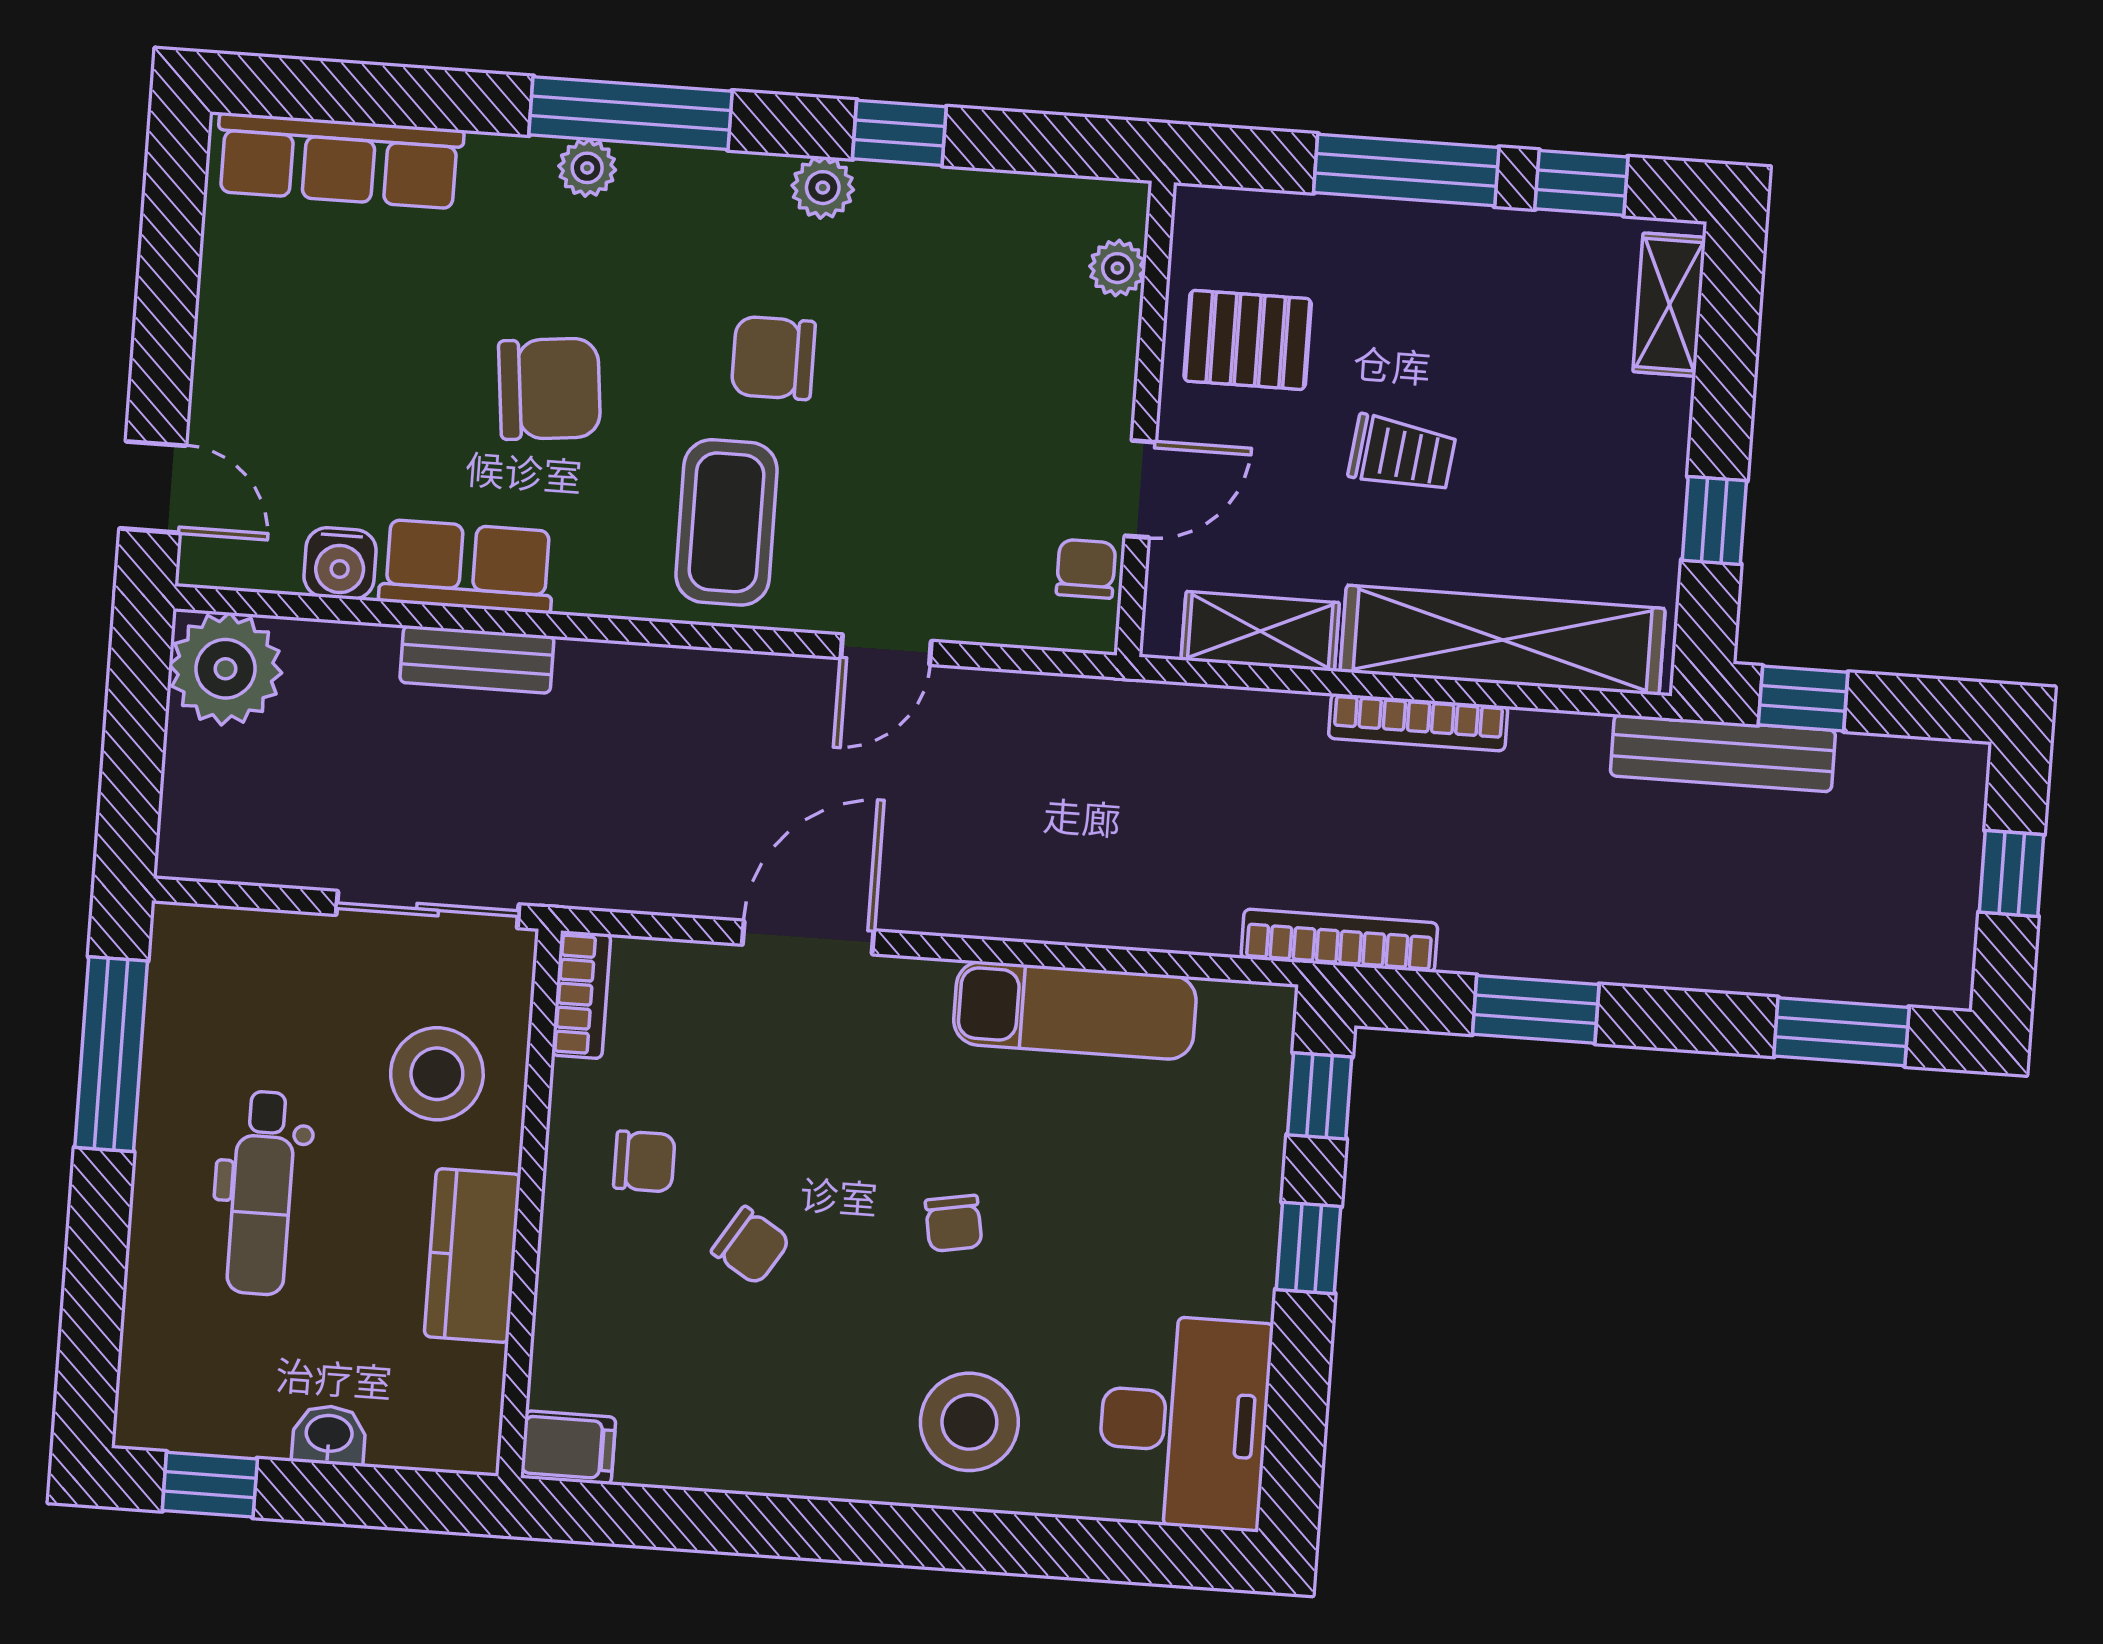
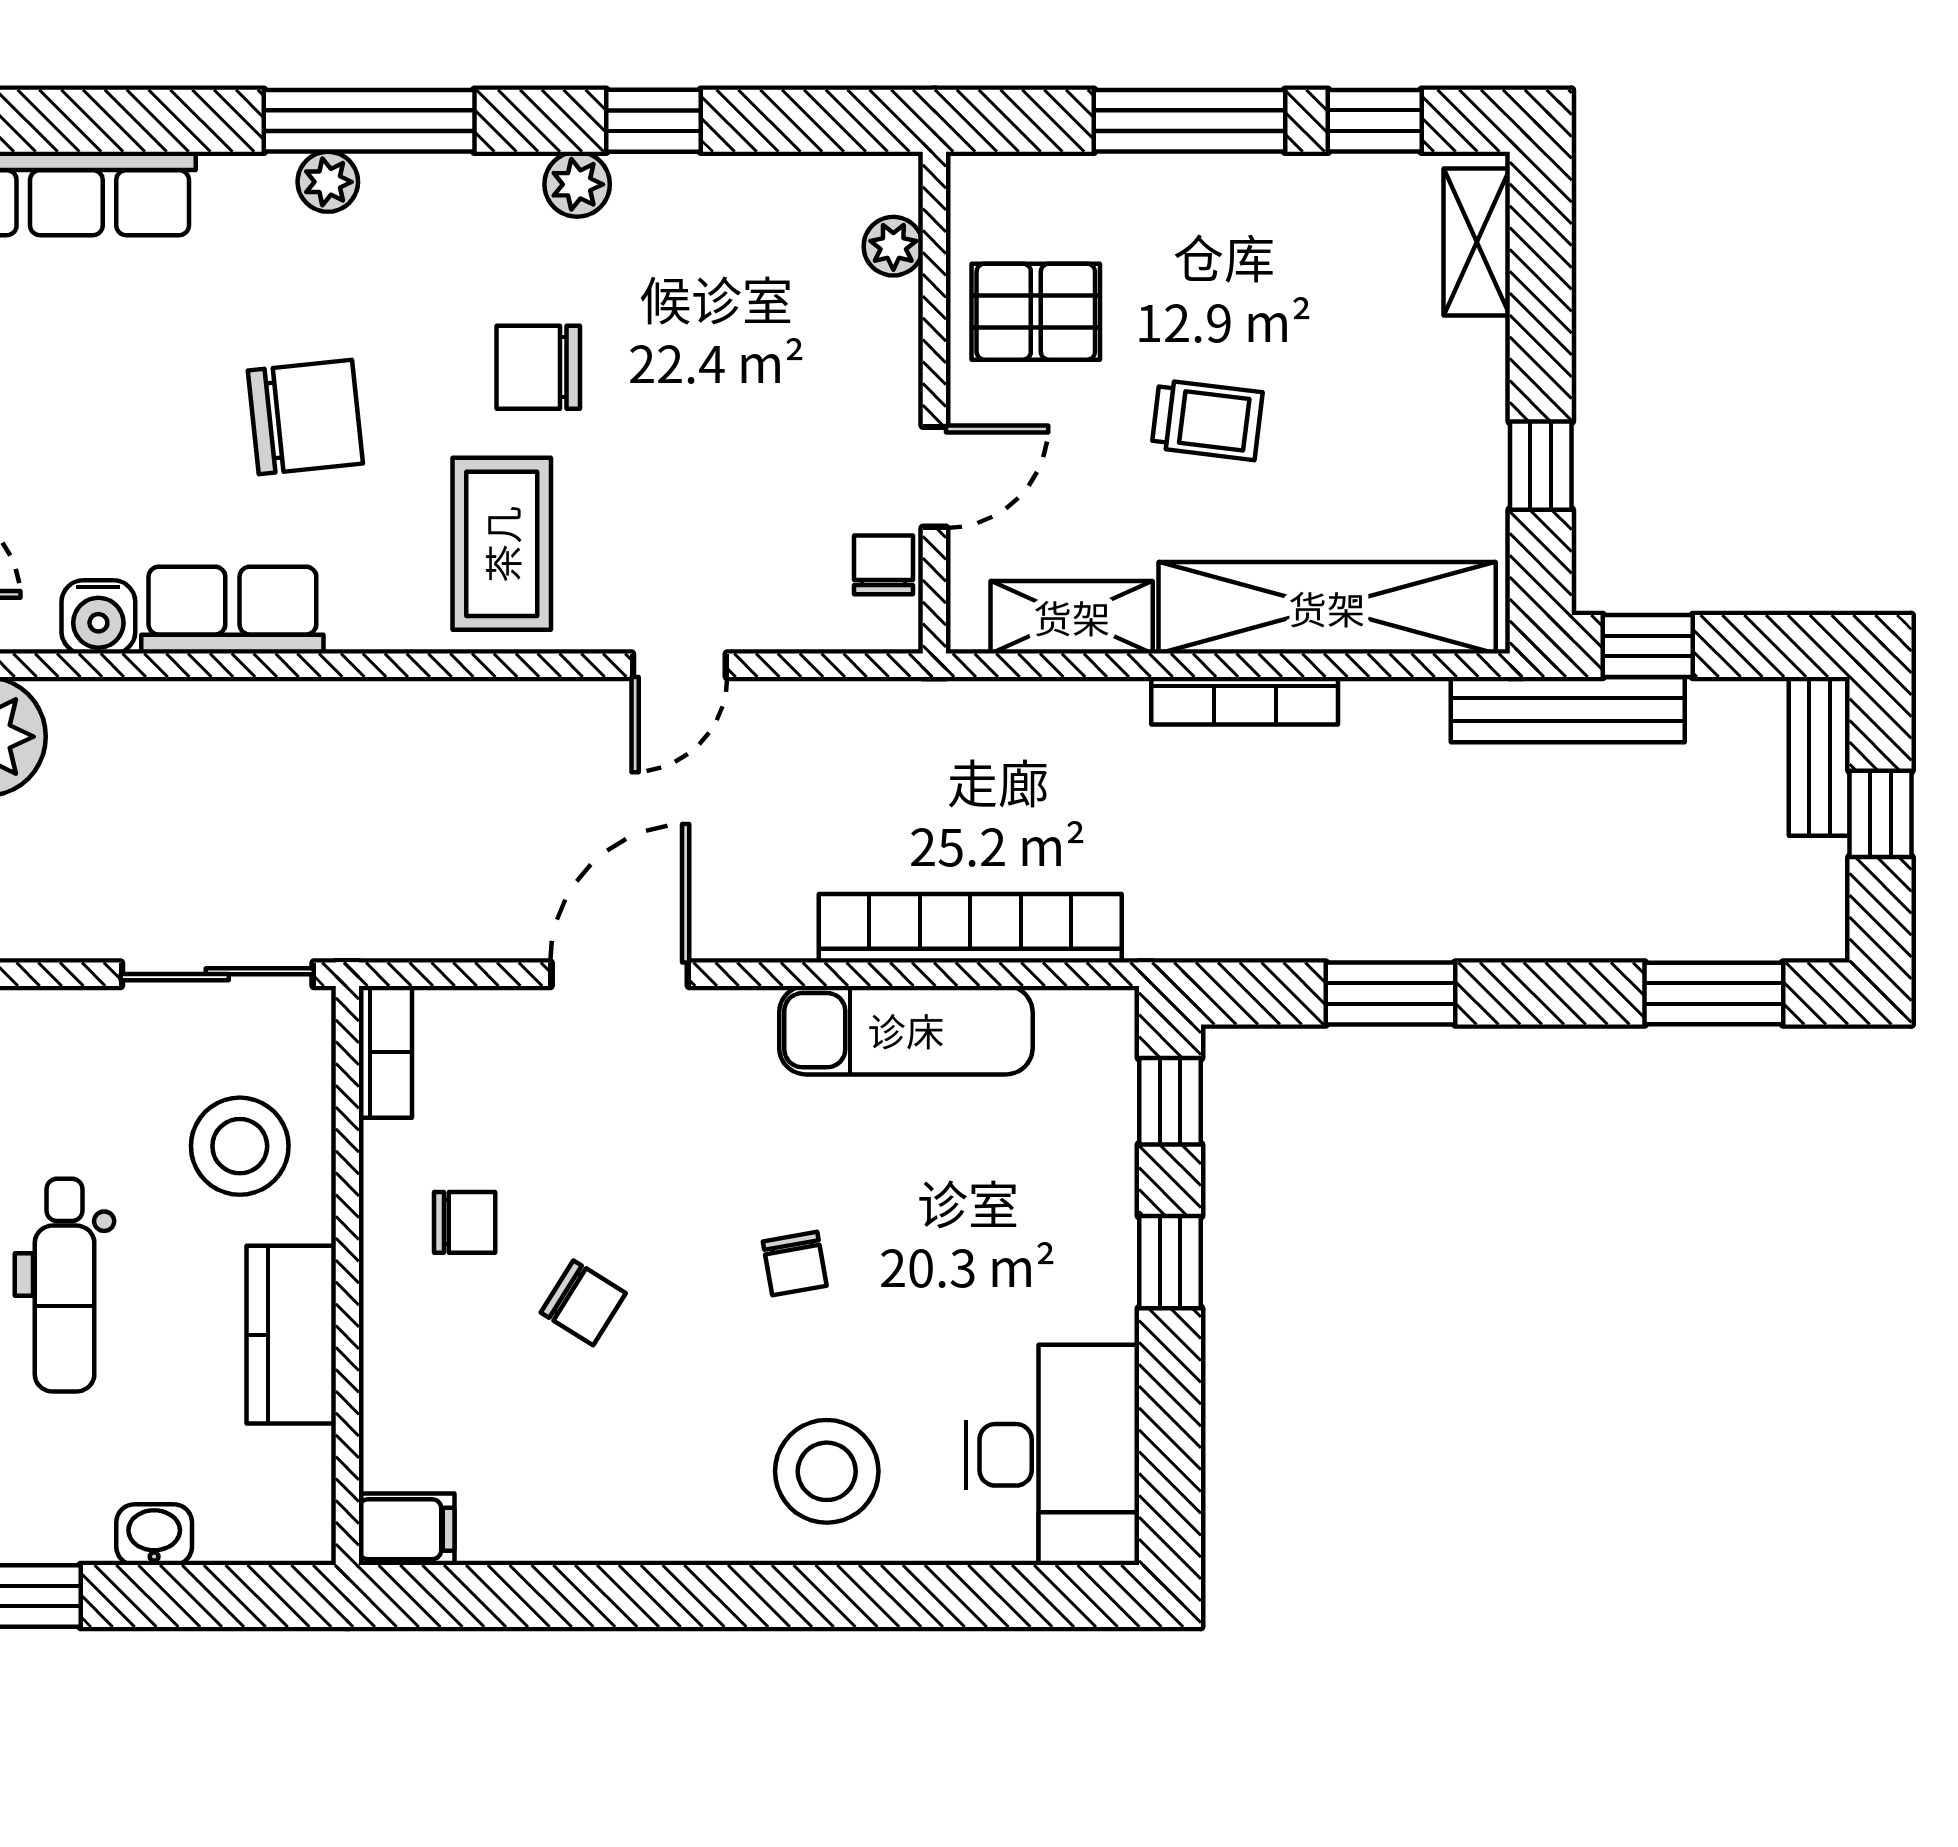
bench: (477, 659) -> (1819, 756), moved, turned 90
bookcase: (1339, 941) -> (970, 928), moved, width x1.48, depth x1.31

